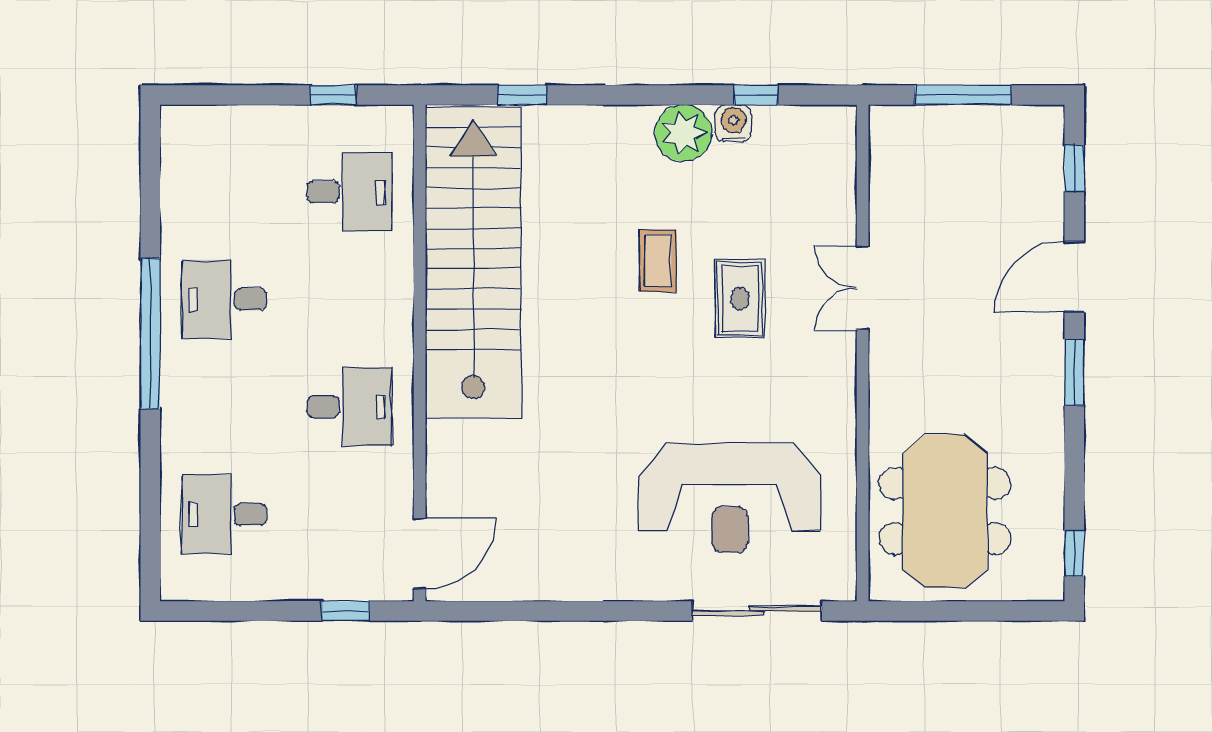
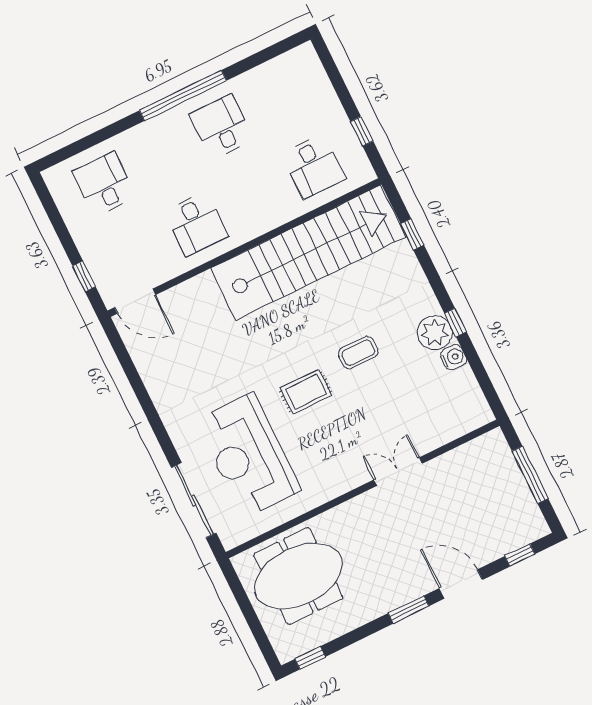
window: (756, 95) -> (455, 323), moved
rug: (740, 298) -> (306, 392), moved

